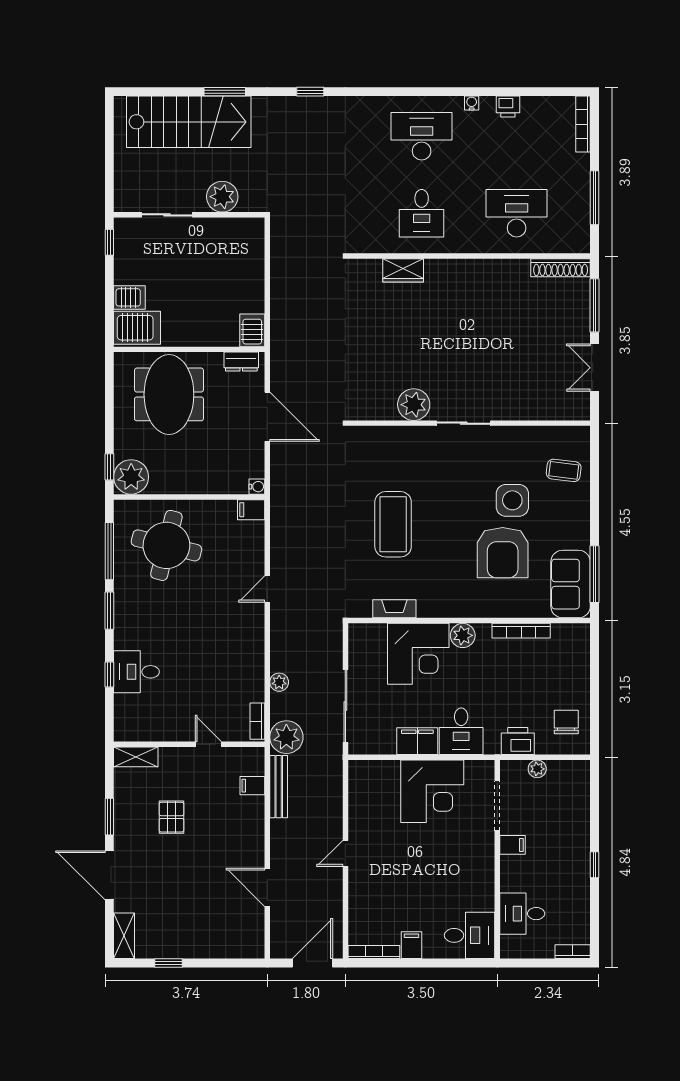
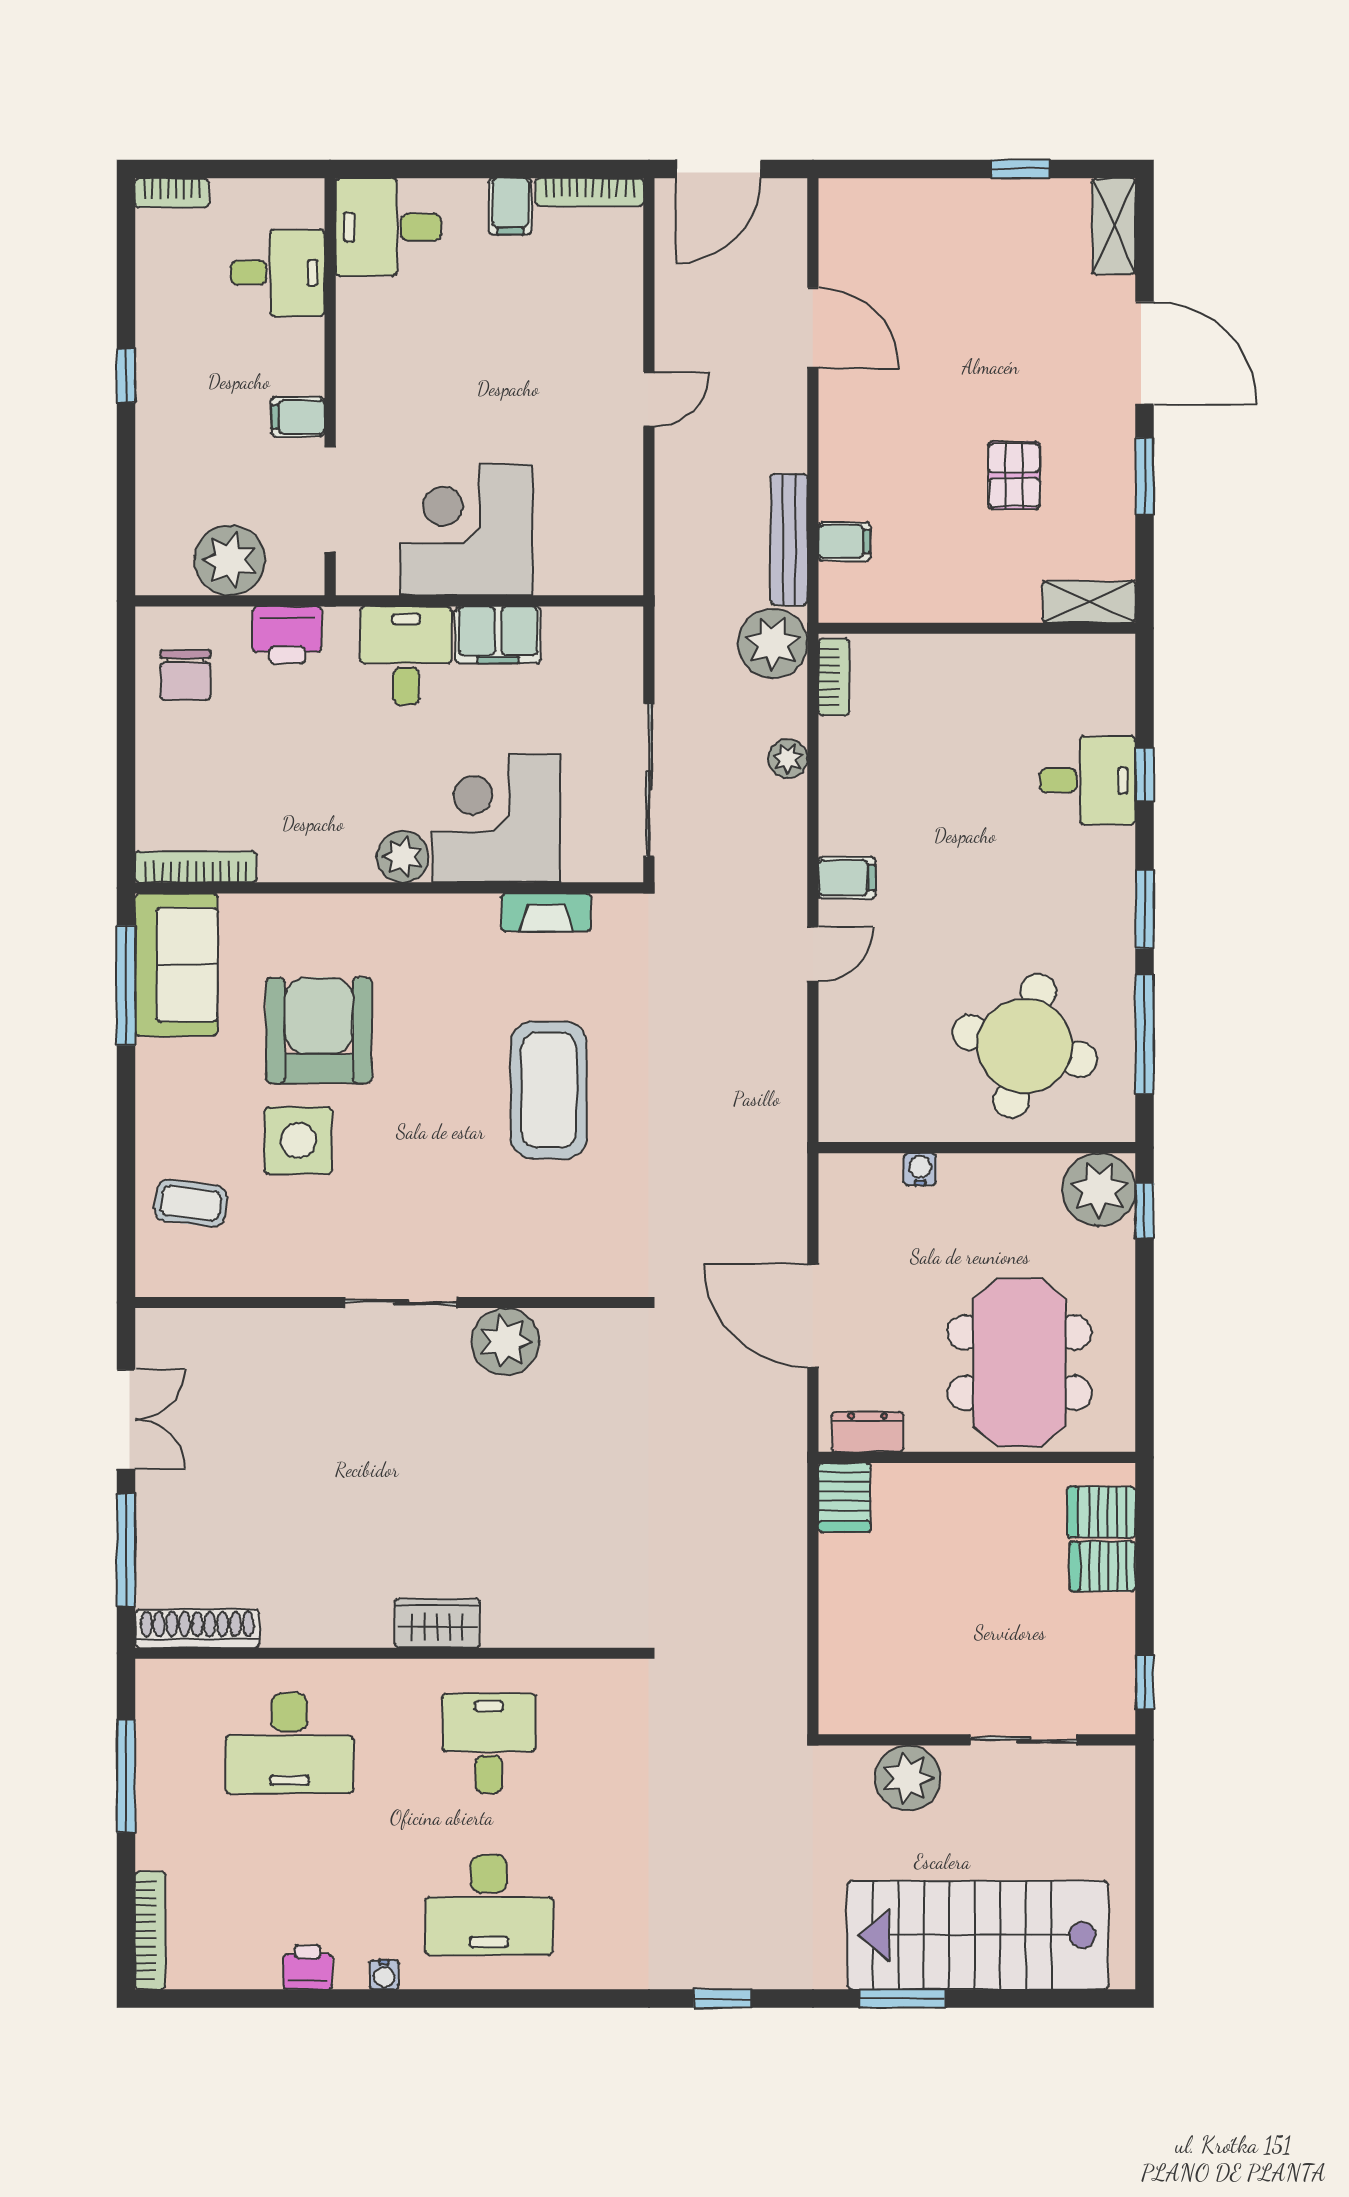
wardrobe: (403, 270) -> (437, 1623), moved
server rack: (137, 328) -> (1101, 1512), width x0.73, depth x0.70
water cooler: (257, 487) -> (920, 1169), moved, turned 90
filing cabinet: (251, 510) -> (847, 878), moved
bookcase: (521, 631) -> (196, 867), moved
sliding door: (345, 706) -> (649, 780), moved
door: (208, 744) -> (937, 628), removed
plant: (537, 769) -> (230, 560), width x1.87, depth x1.87

